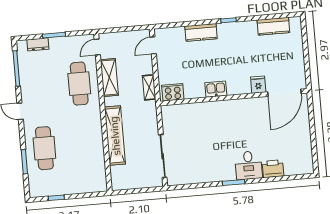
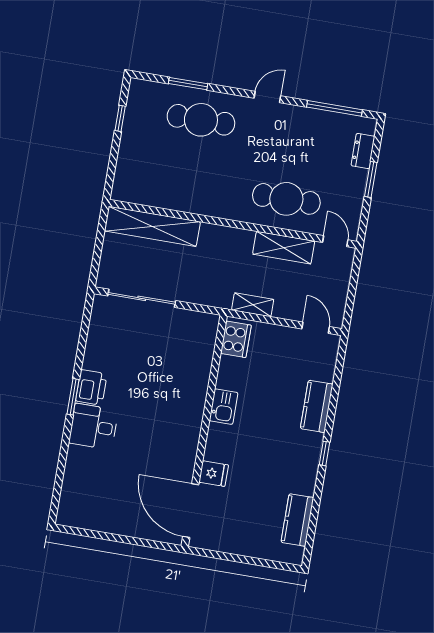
shelving: (115, 136) -> (152, 226), moved
printer: (273, 169) -> (91, 387), moved

